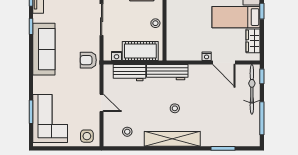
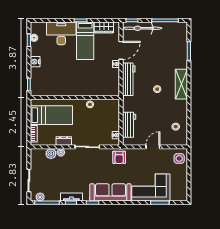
cot: (140, 51) -> (112, 116), removed
workbench: (167, 72) -> (129, 79), moved
corner sofa: (50, 119) -> (151, 187), moved
shelving: (172, 139) -> (181, 84), width x0.68

